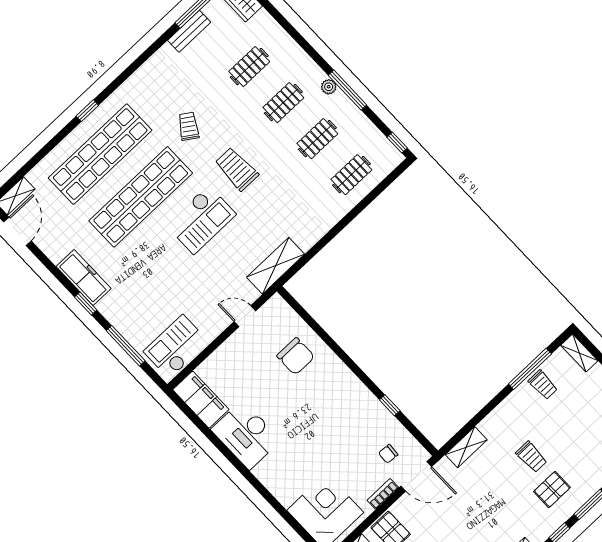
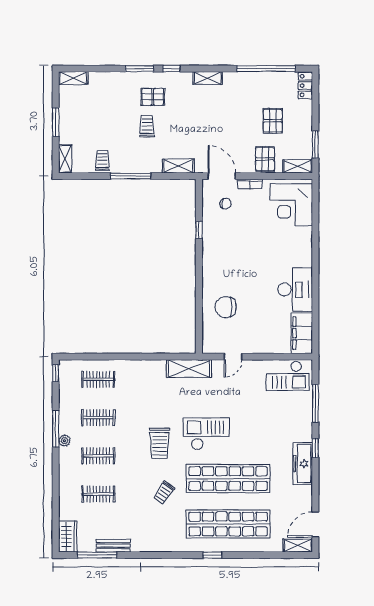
door: (245, 316) -> (233, 357), hinge flipped
chair: (296, 356) -> (226, 307), turned -90
window: (530, 369) -> (131, 176), moved

